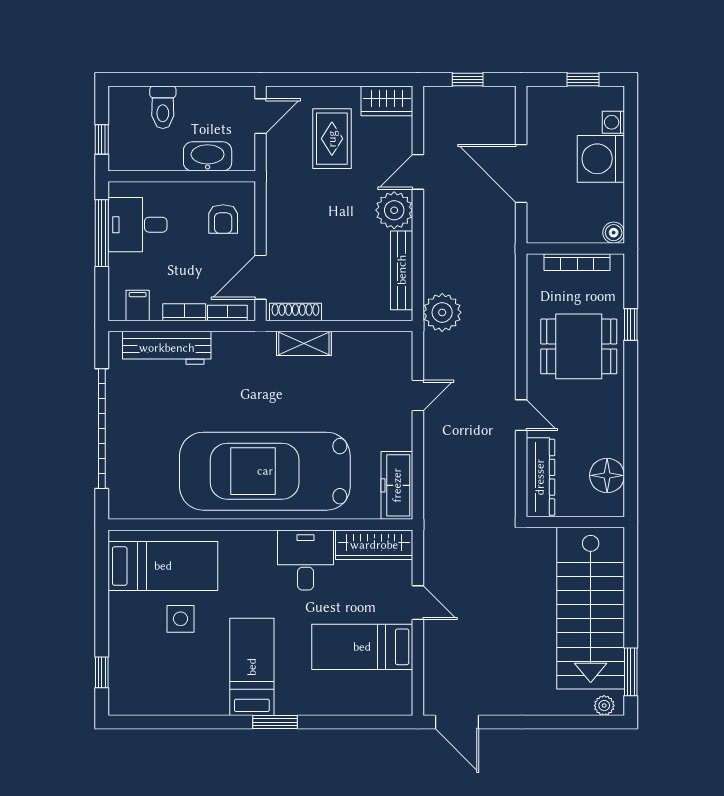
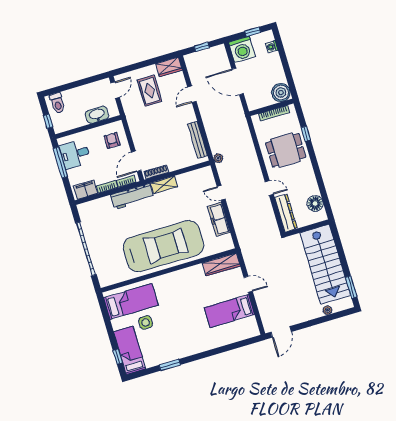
toilet: (163, 107) -> (57, 103), moved
washing machine: (601, 159) -> (242, 49), moved, turned -90
plant: (394, 210) -> (186, 114), removed
armchair: (223, 219) -> (112, 140), turned 180
boiler: (614, 233) -> (281, 93), width x1.86, depth x1.86
filing cabinet: (138, 305) -> (86, 190), width x2.00
plant: (442, 312) -> (218, 158), width x0.53, depth x0.53
workbench: (167, 348) -> (132, 196), moved
door: (418, 395) -> (221, 193), swing flipped
car: (265, 471) -> (163, 246), turned 180
freezer: (397, 485) -> (219, 219), moved
desk: (306, 560) -> (193, 280), removed
bed: (252, 667) -> (130, 350), moved
plant: (604, 706) -> (327, 310), moved
window: (275, 722) -> (170, 365), moved
door: (457, 722) -> (281, 332), hinge flipped

